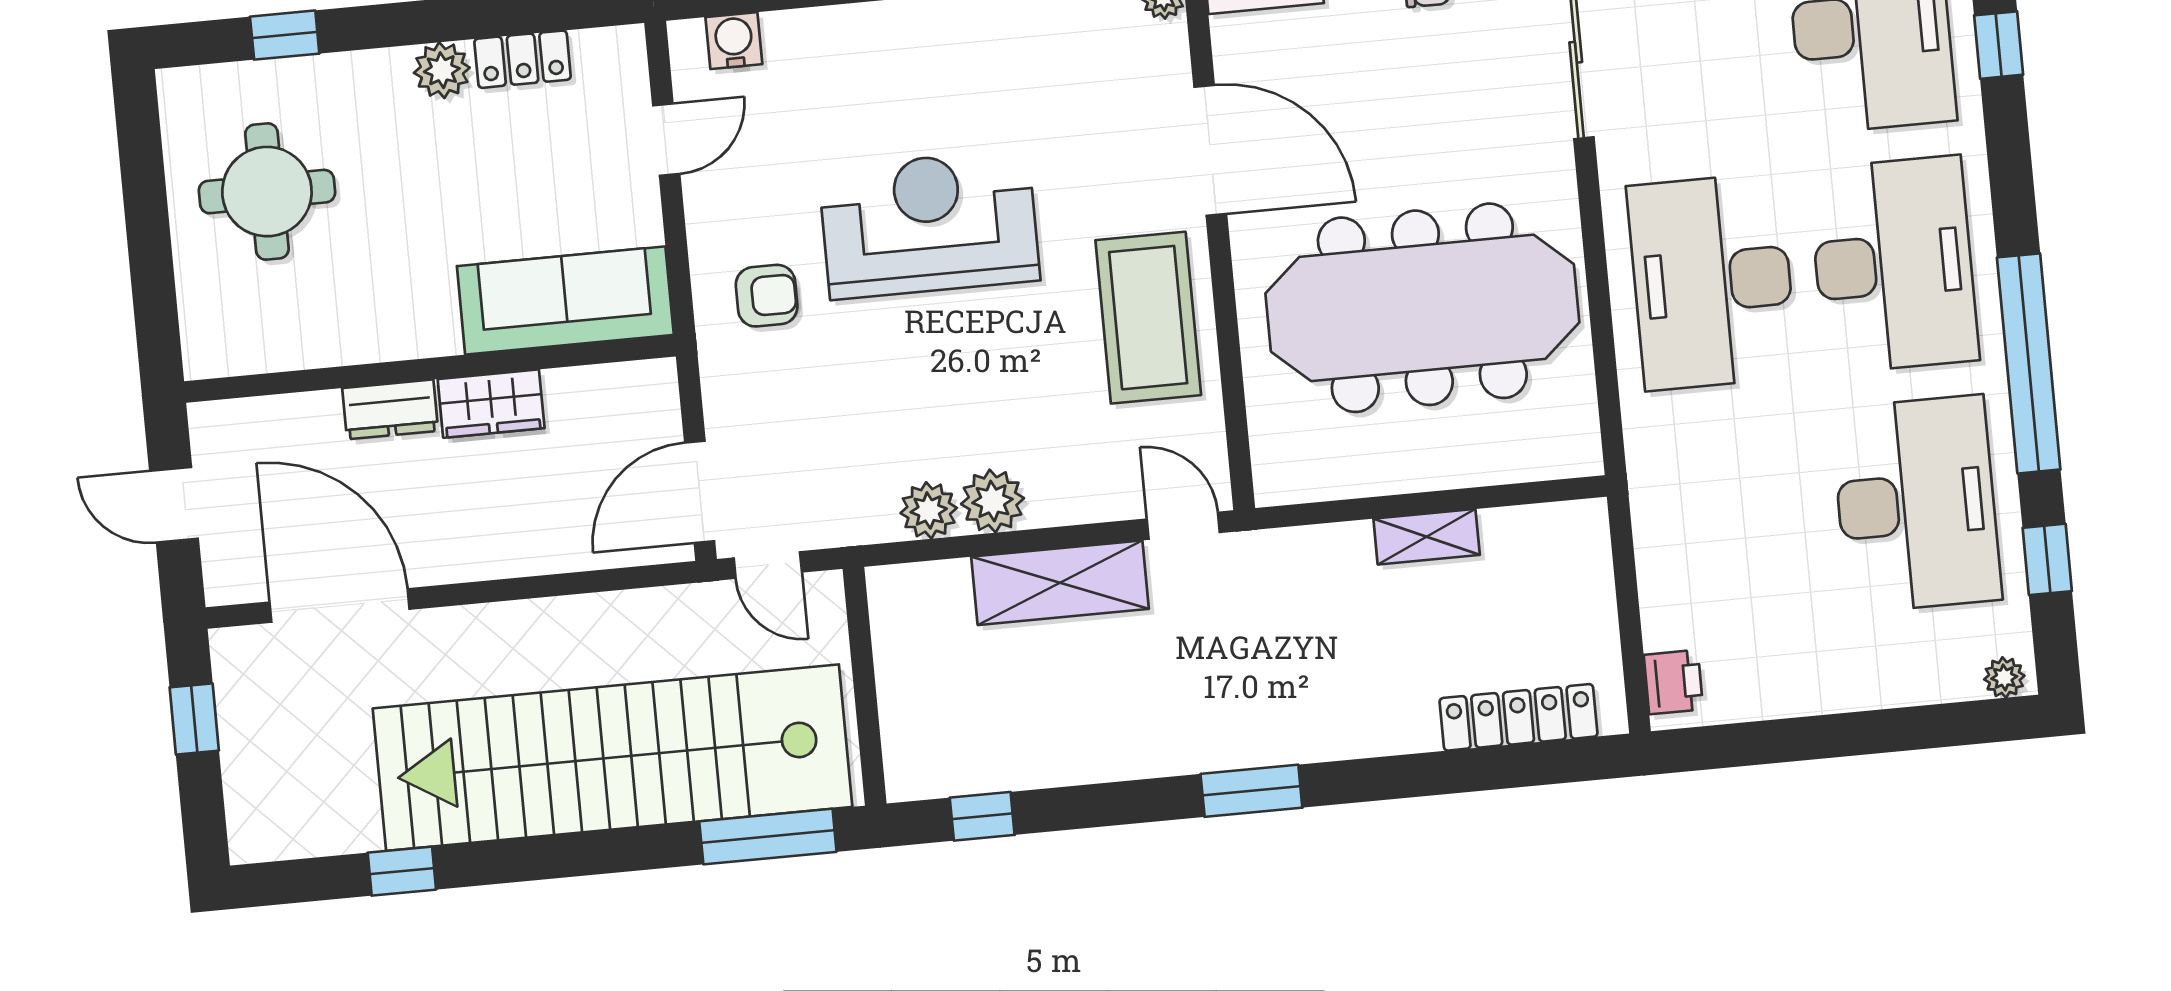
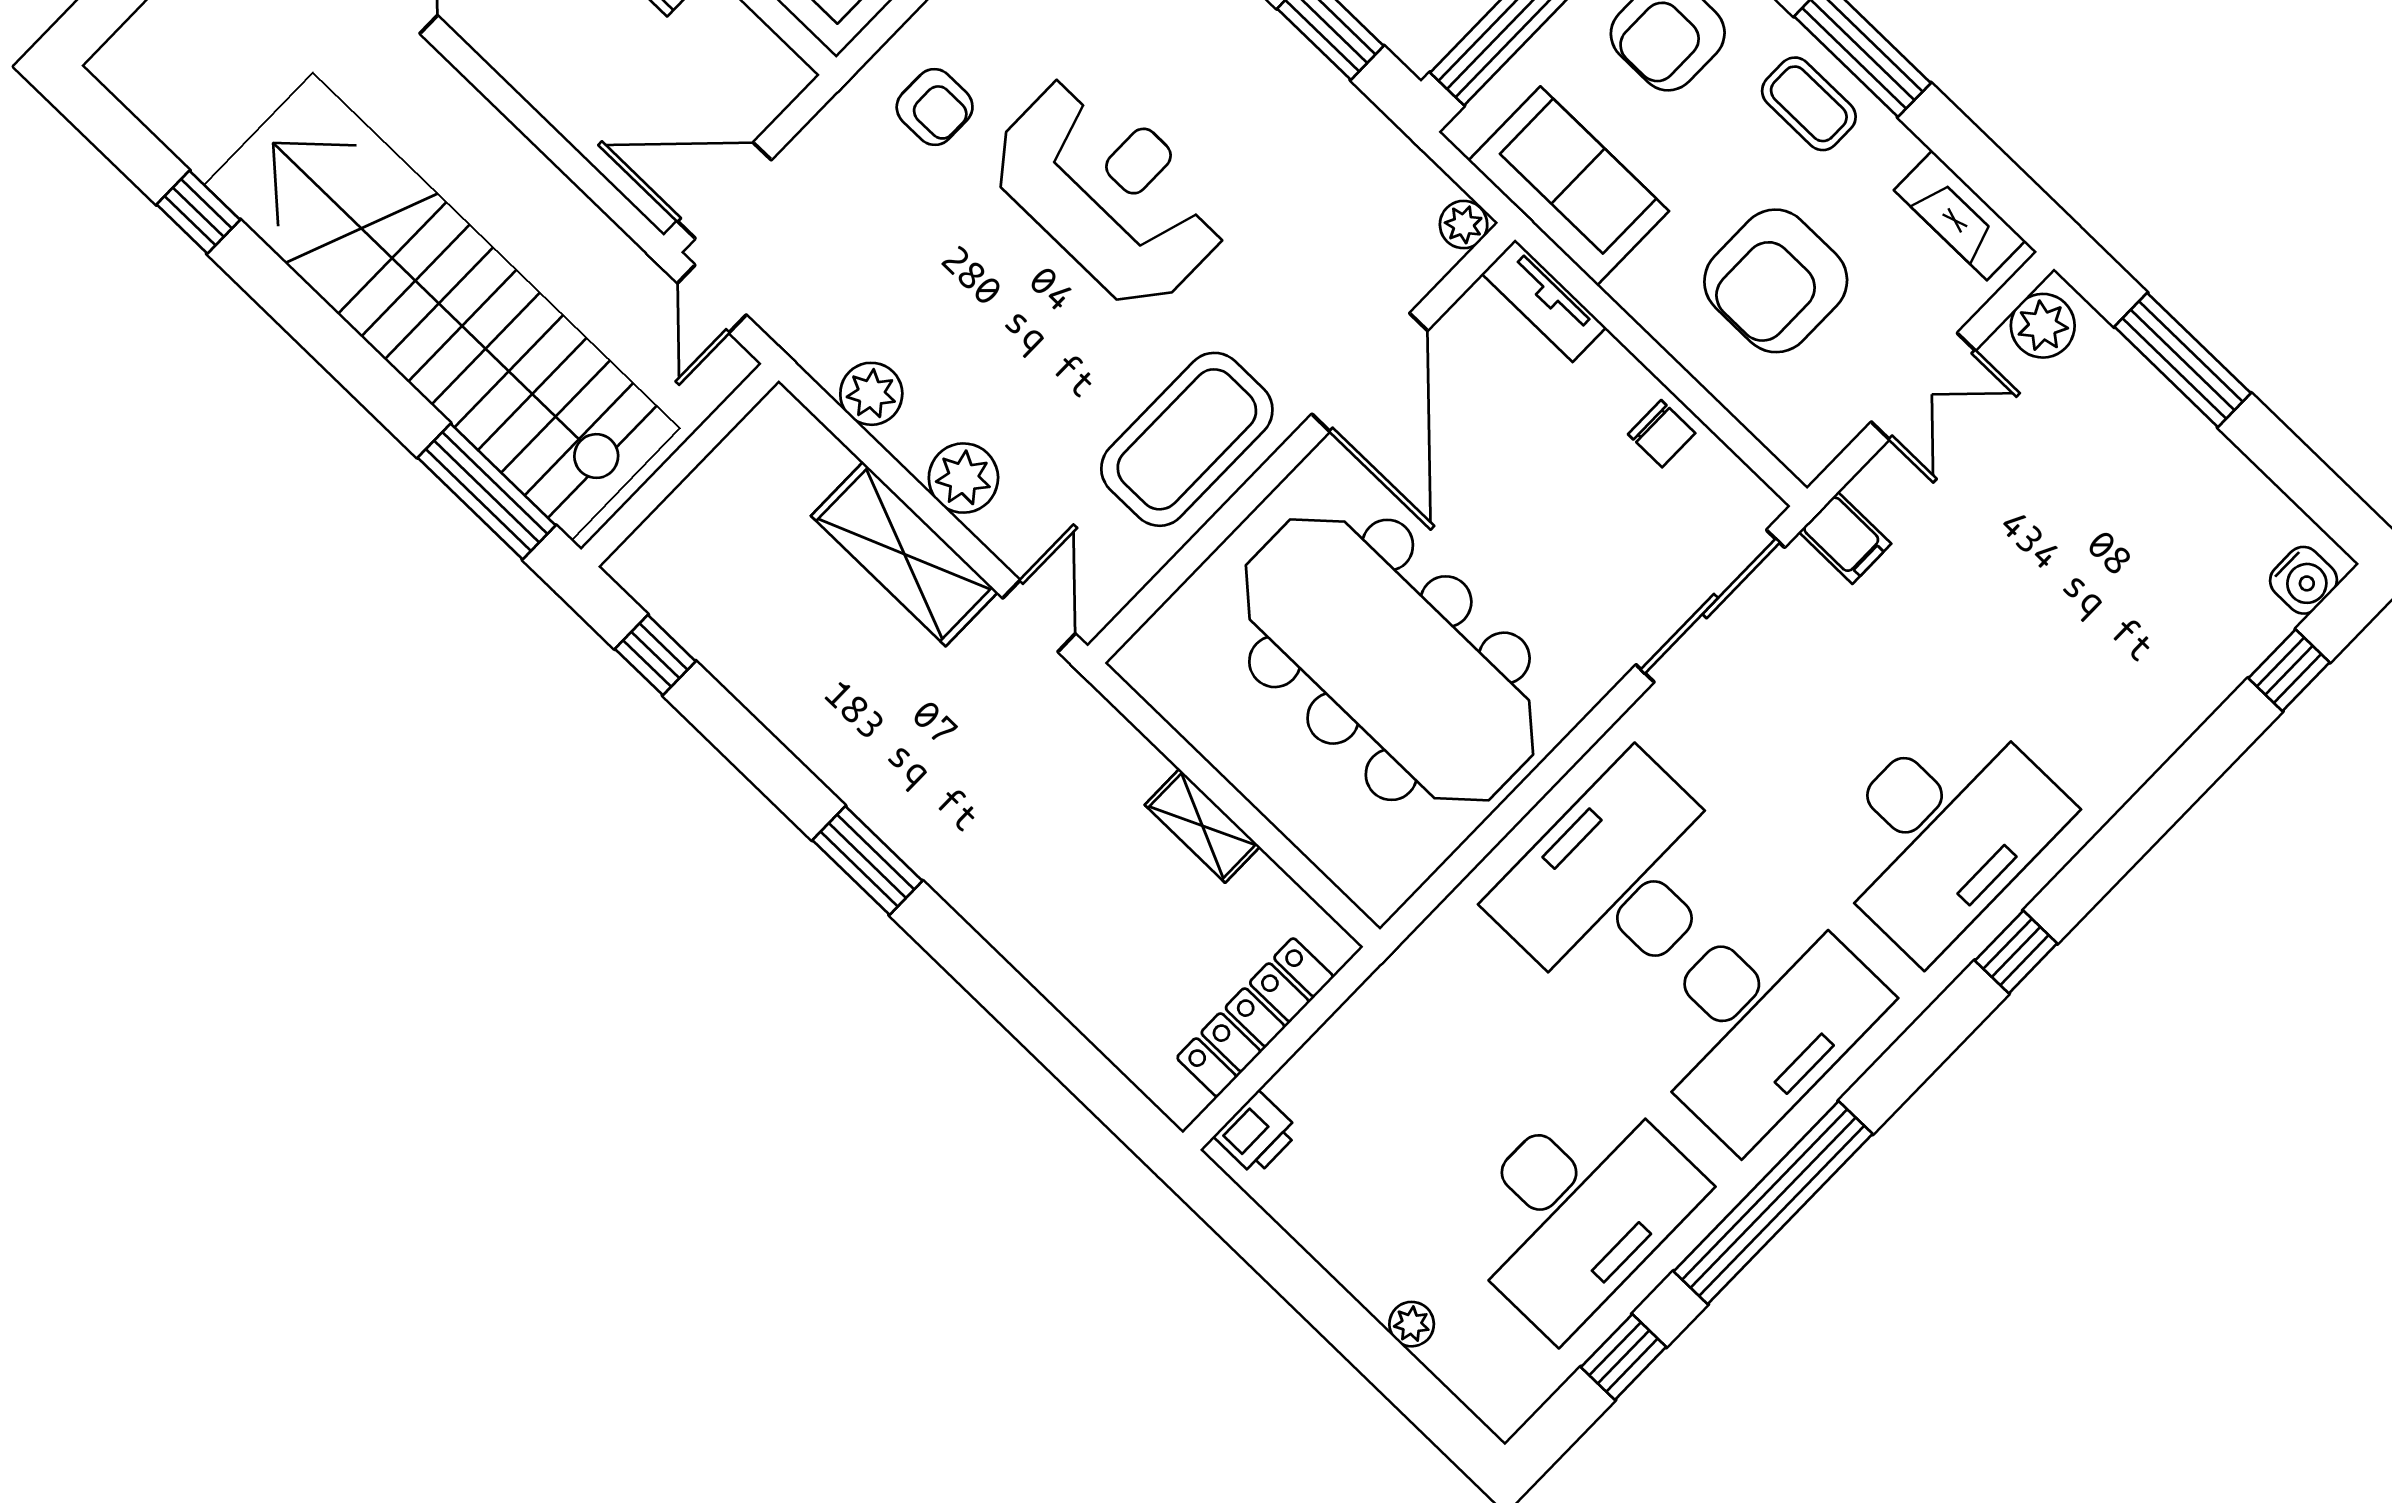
plant: (993, 501) -> (963, 478), moved
plant: (2004, 678) -> (1412, 1324), moved
locker: (1519, 717) -> (1255, 1017), moved, turned -90

